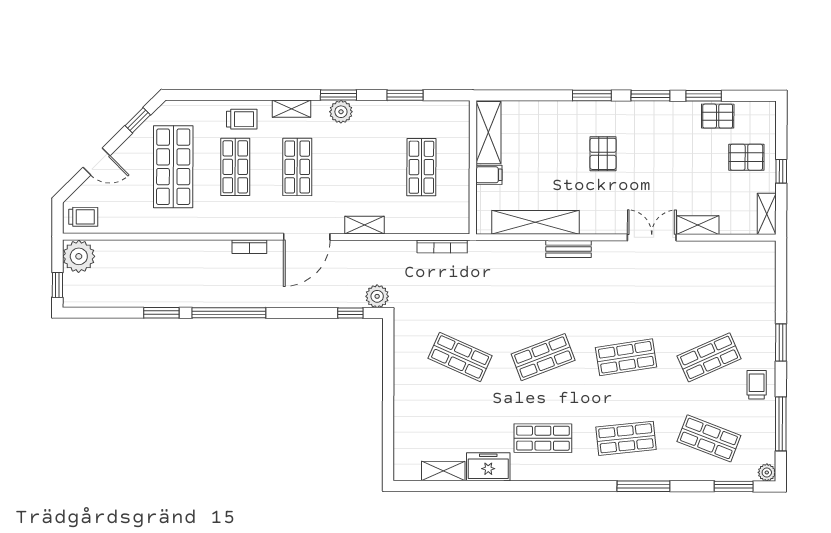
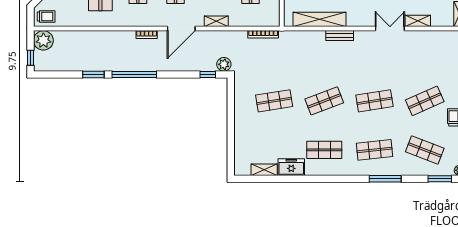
shop shelf: (460, 357) -> (274, 101), turned -33

